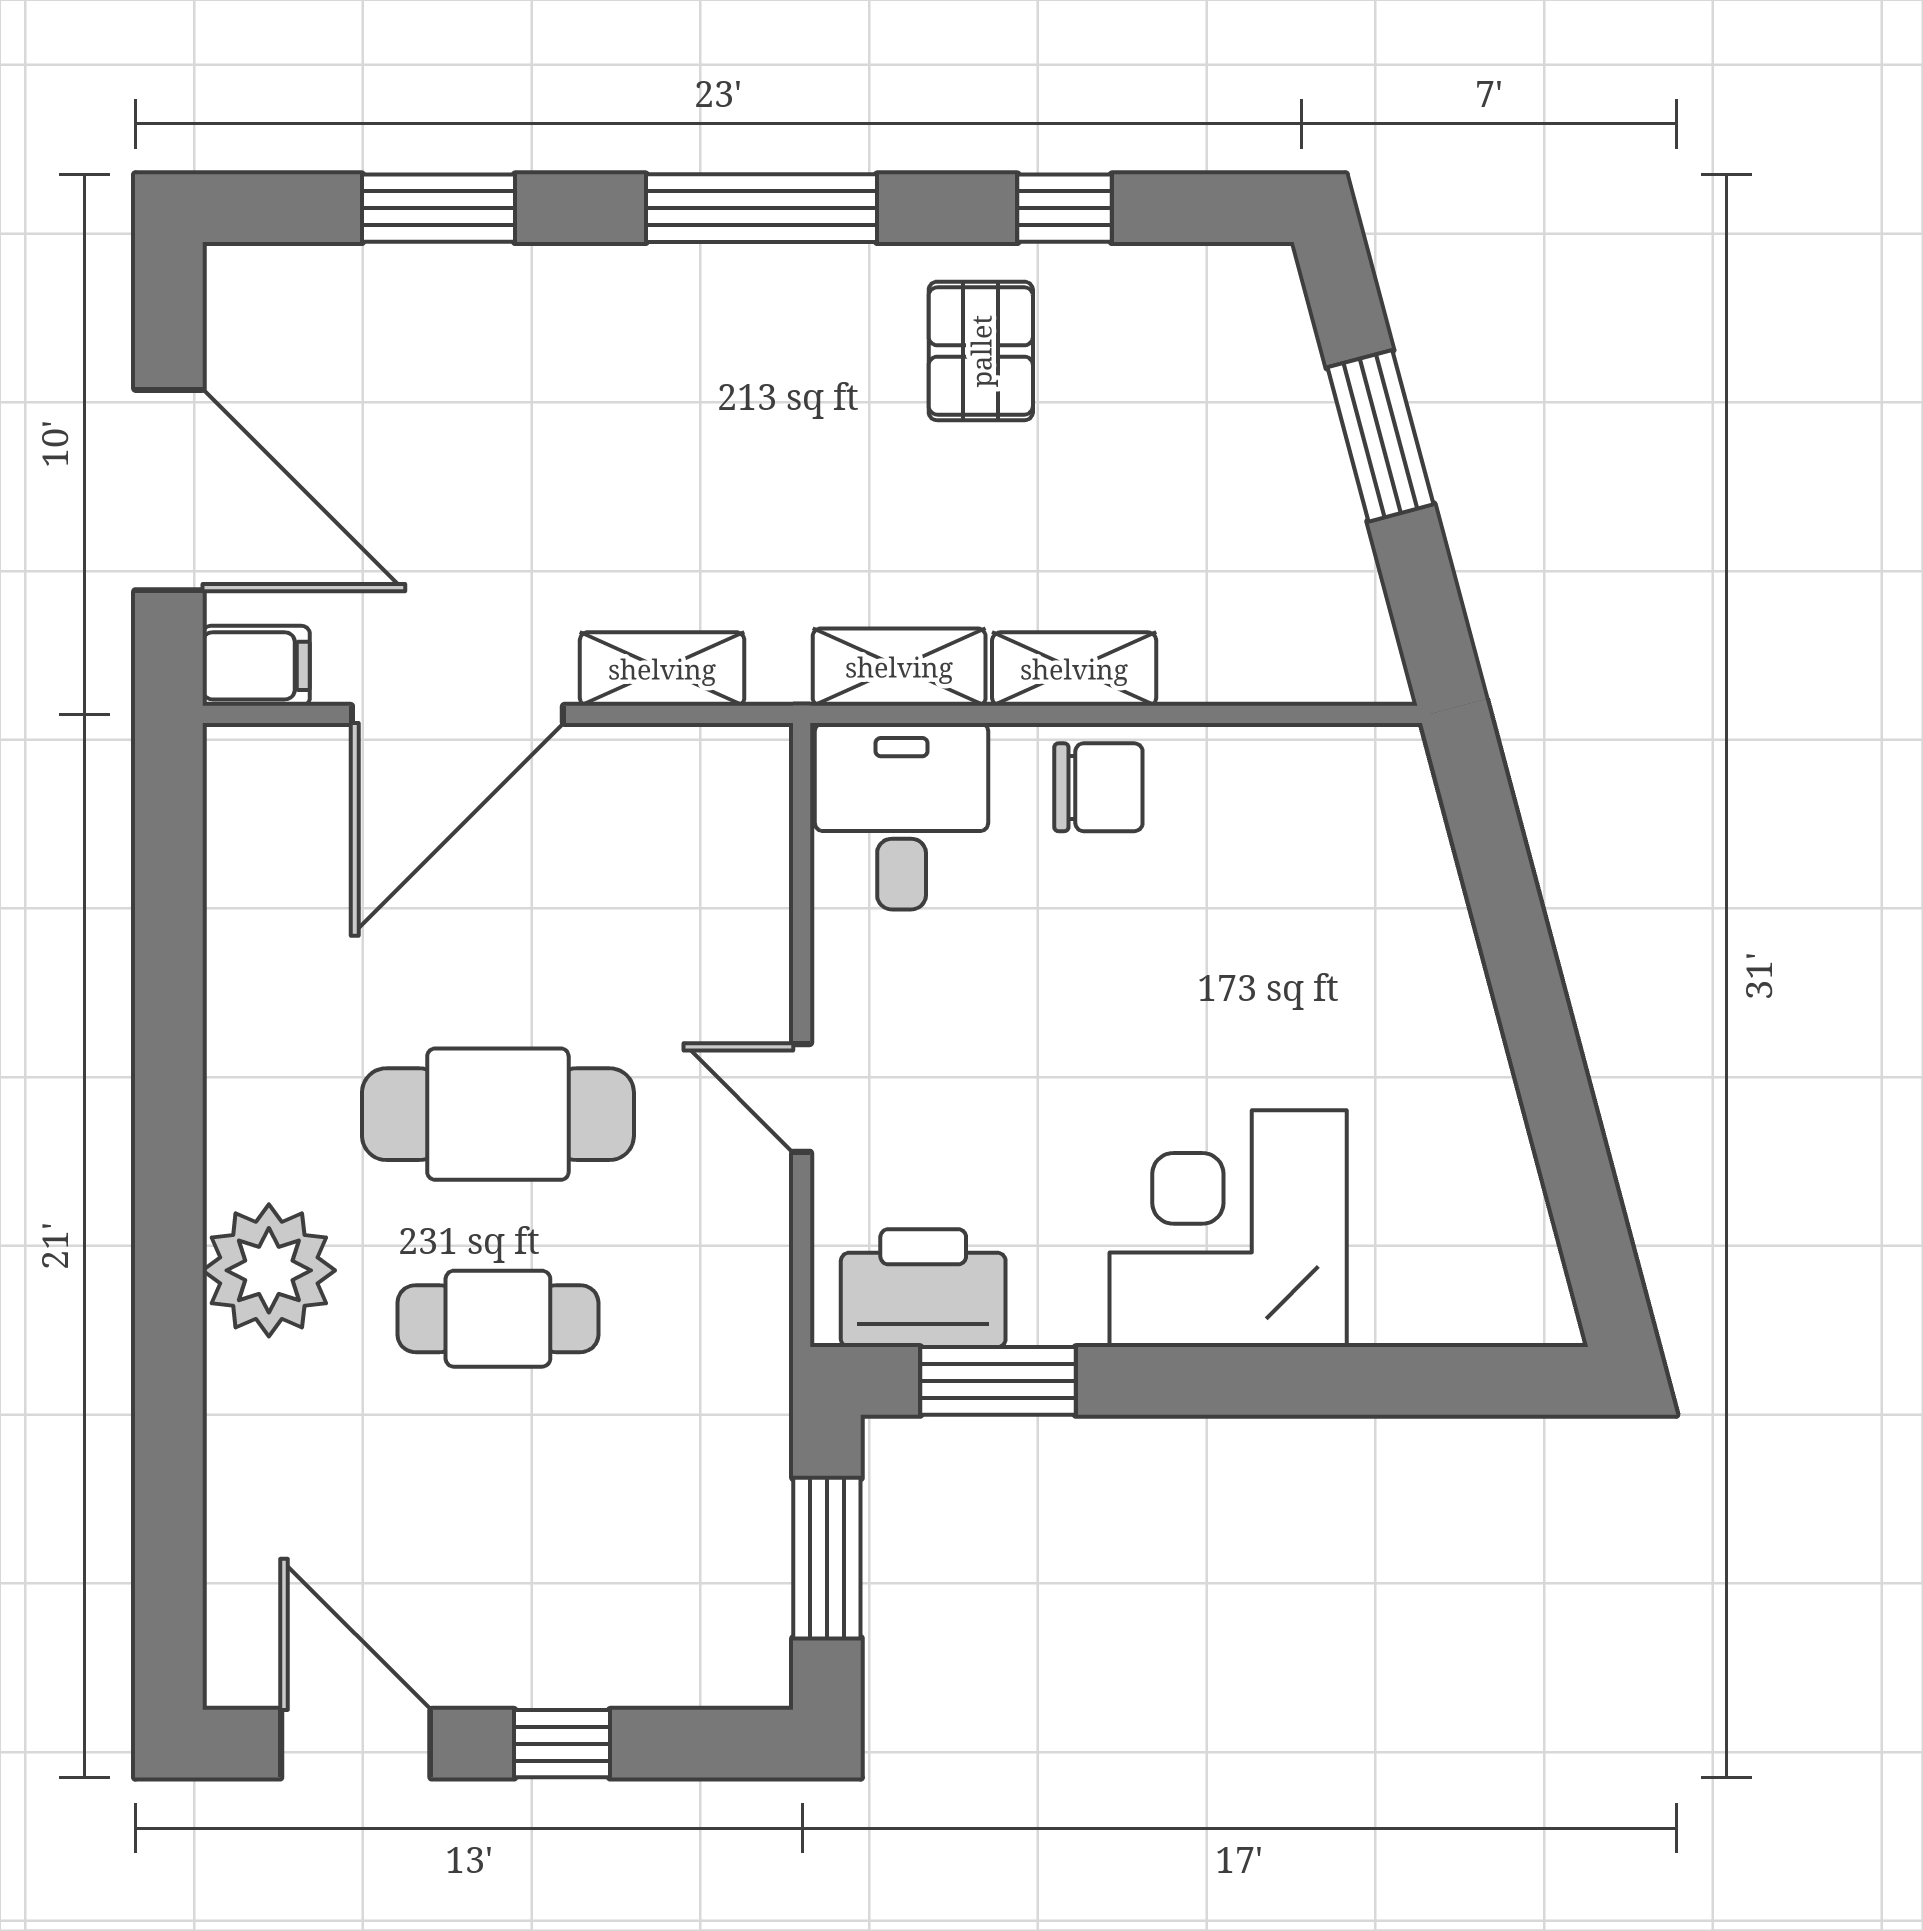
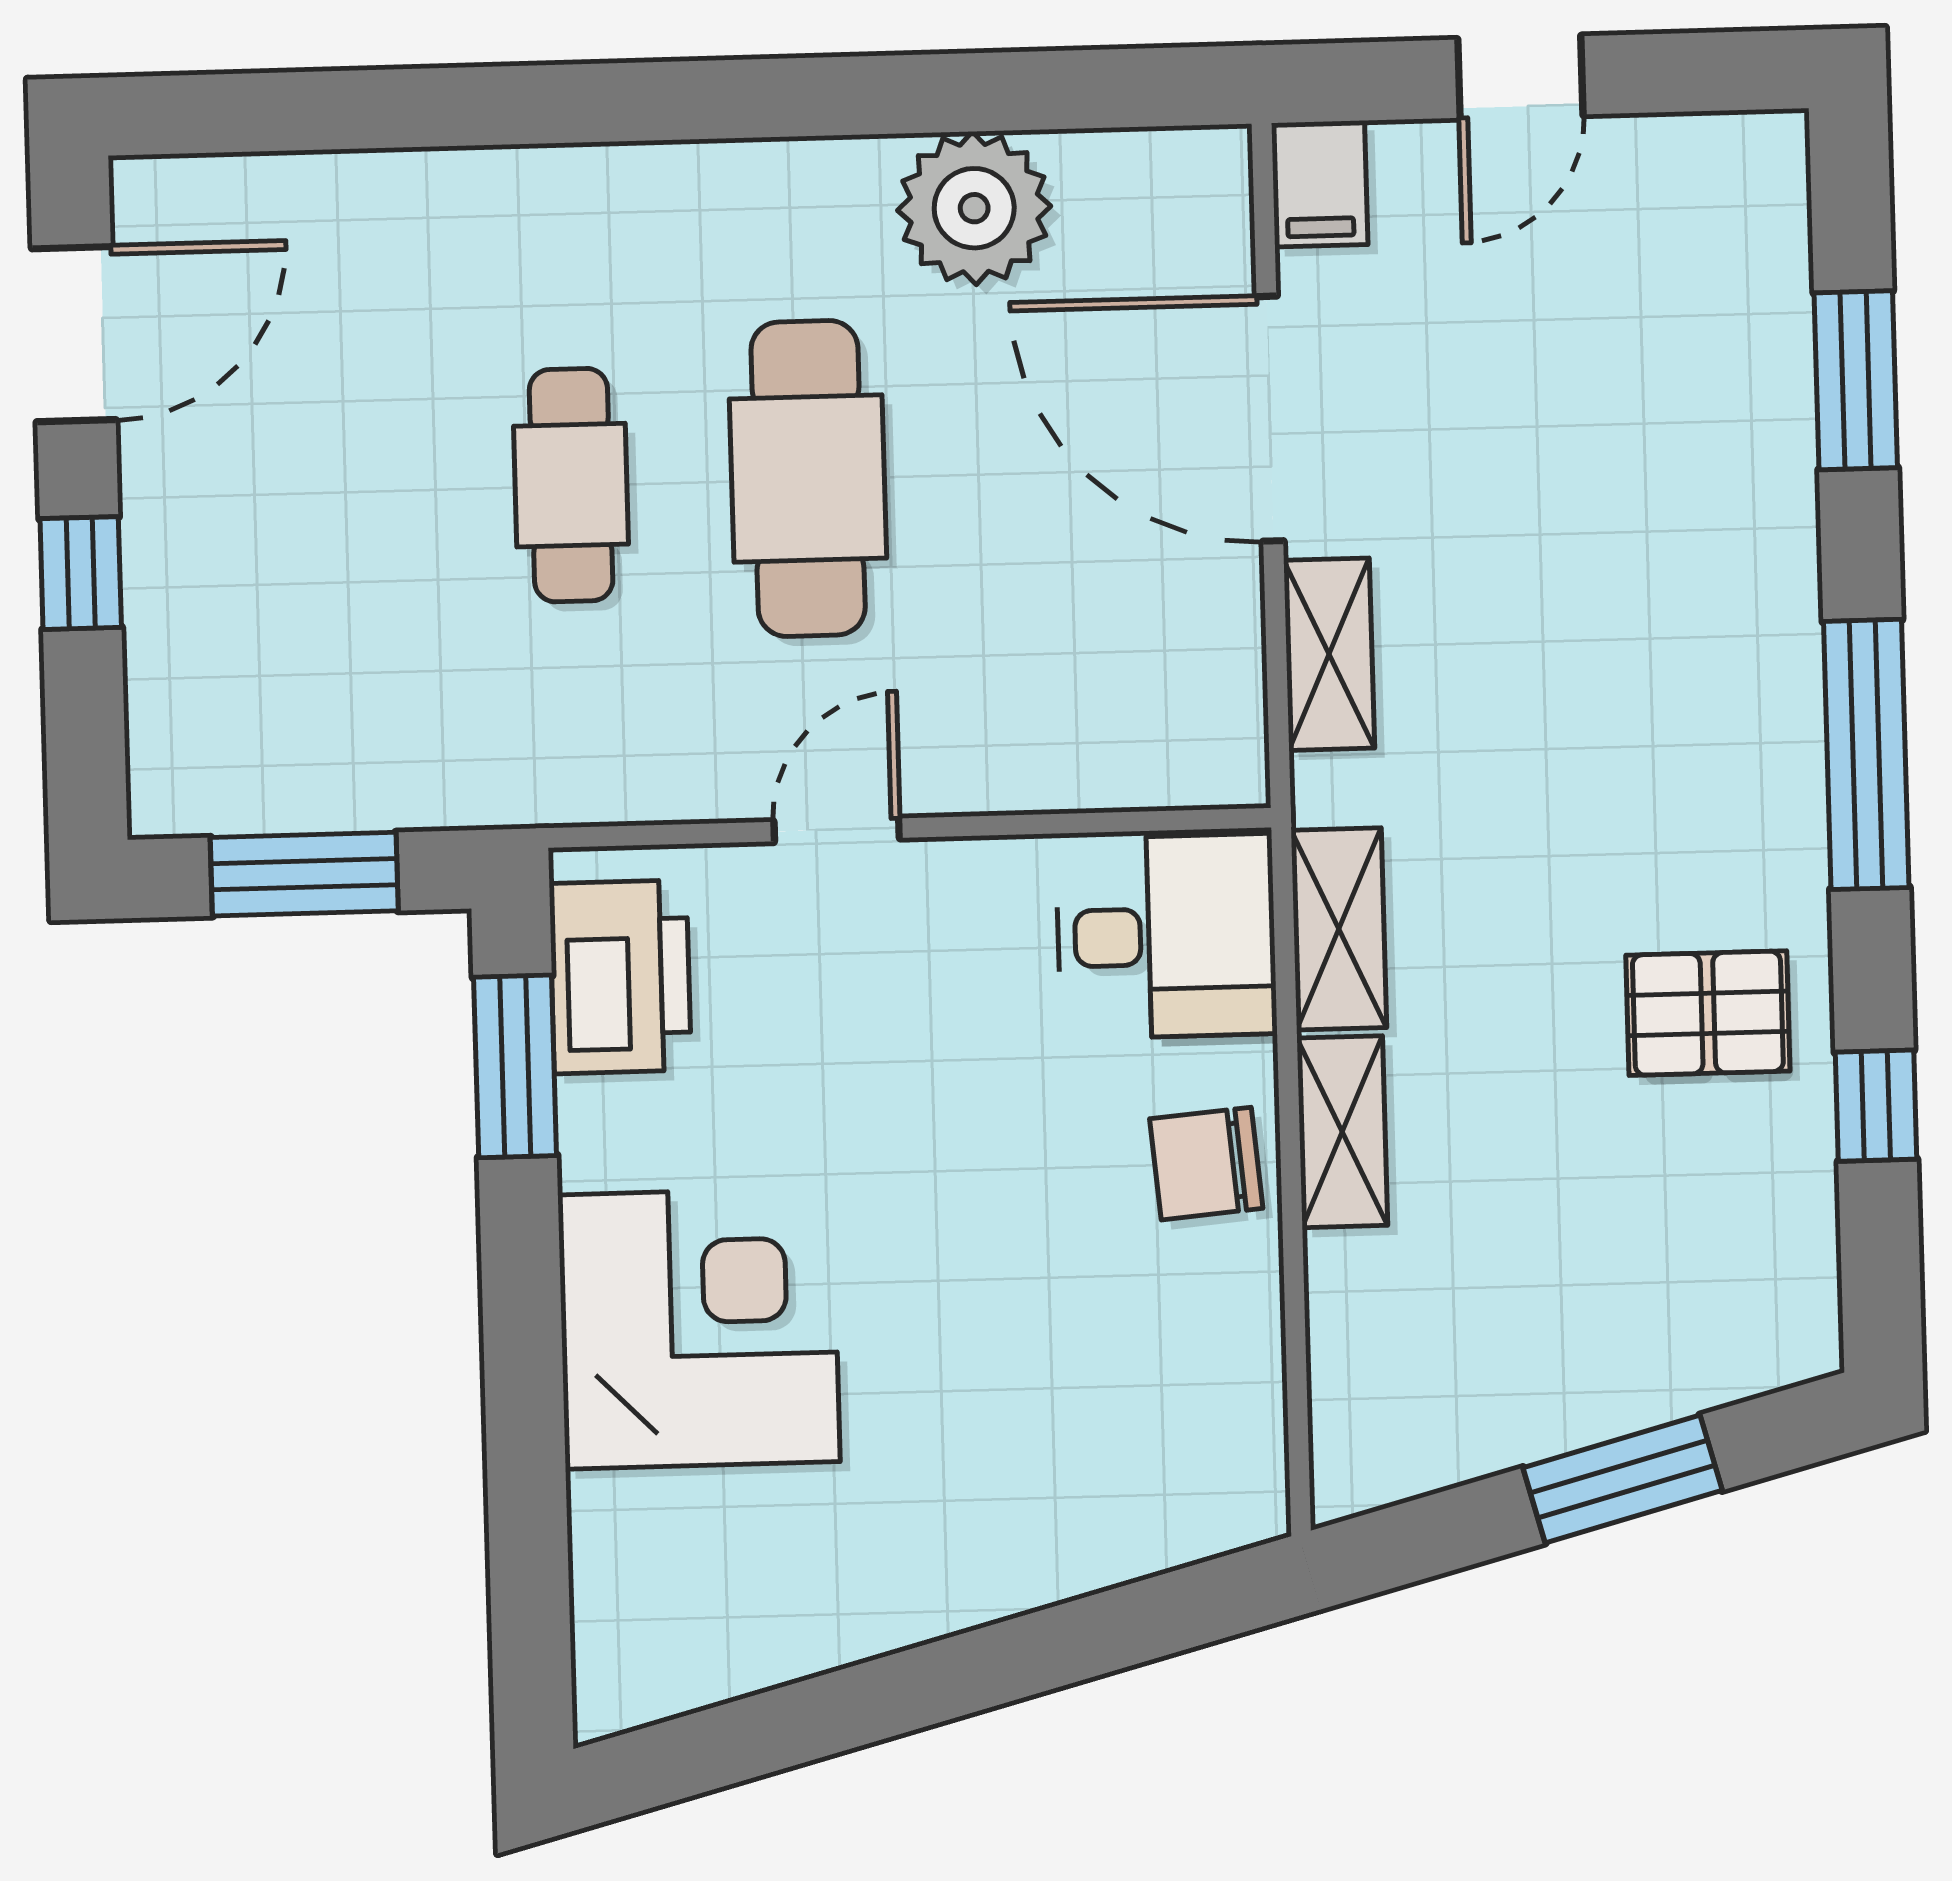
door: (169, 490) -> (1520, 77), width x0.53
chair: (1098, 787) -> (1206, 1164), turned 85
plant: (269, 1270) -> (974, 208), moved

